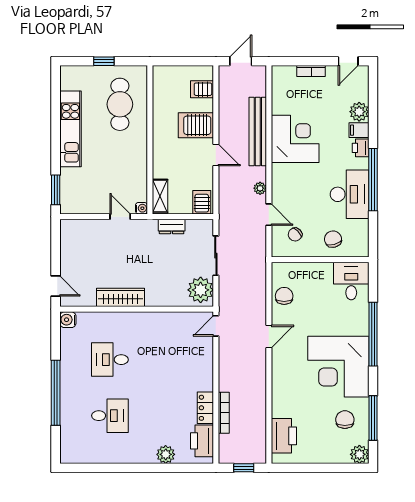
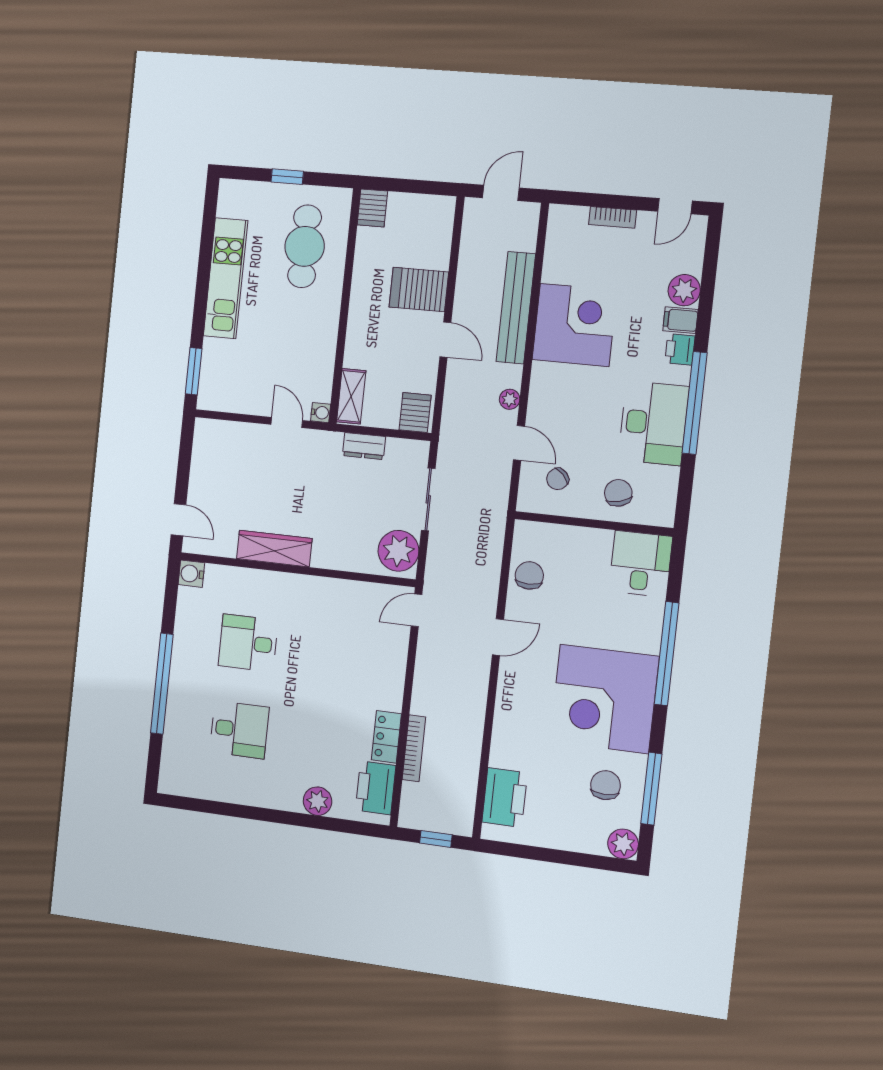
server rack: (202, 89) -> (372, 208), moved, turned -90

